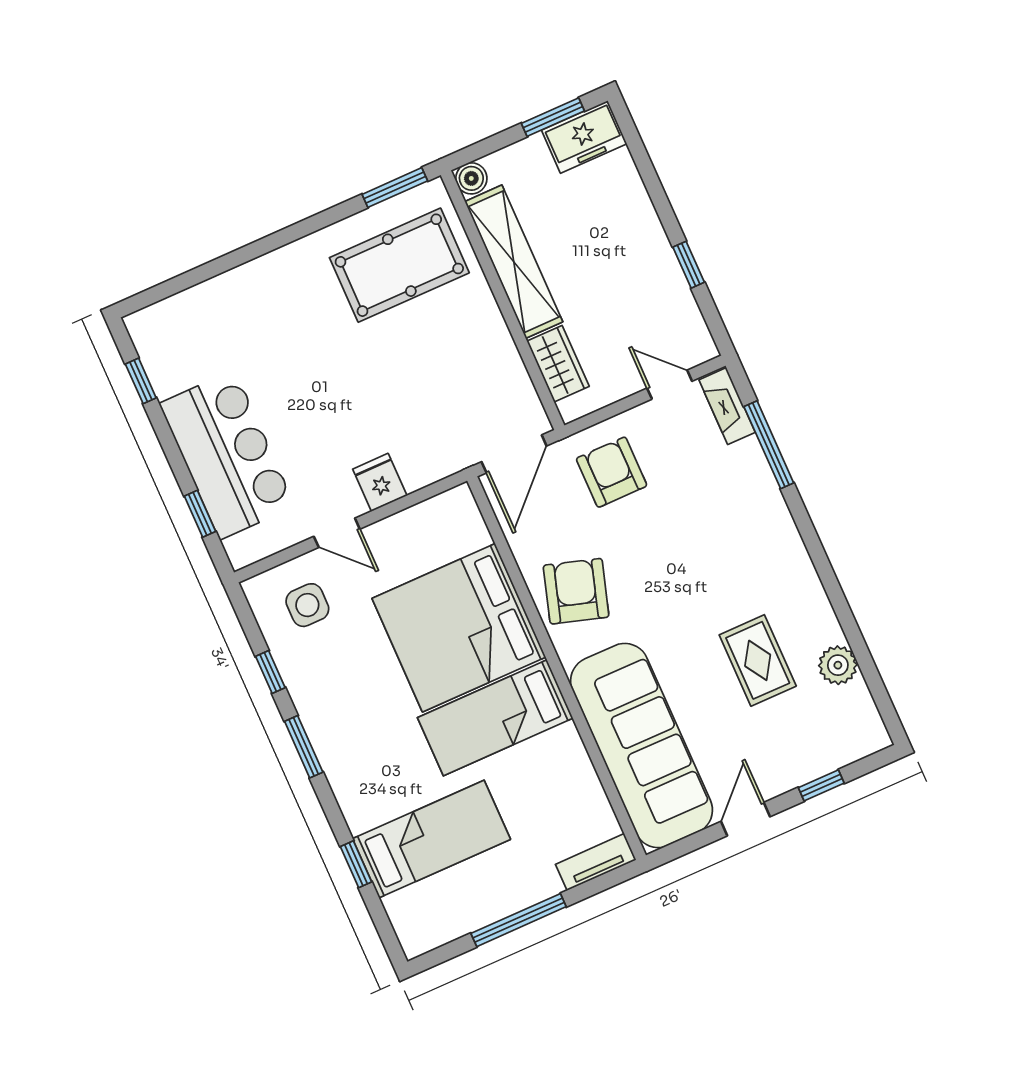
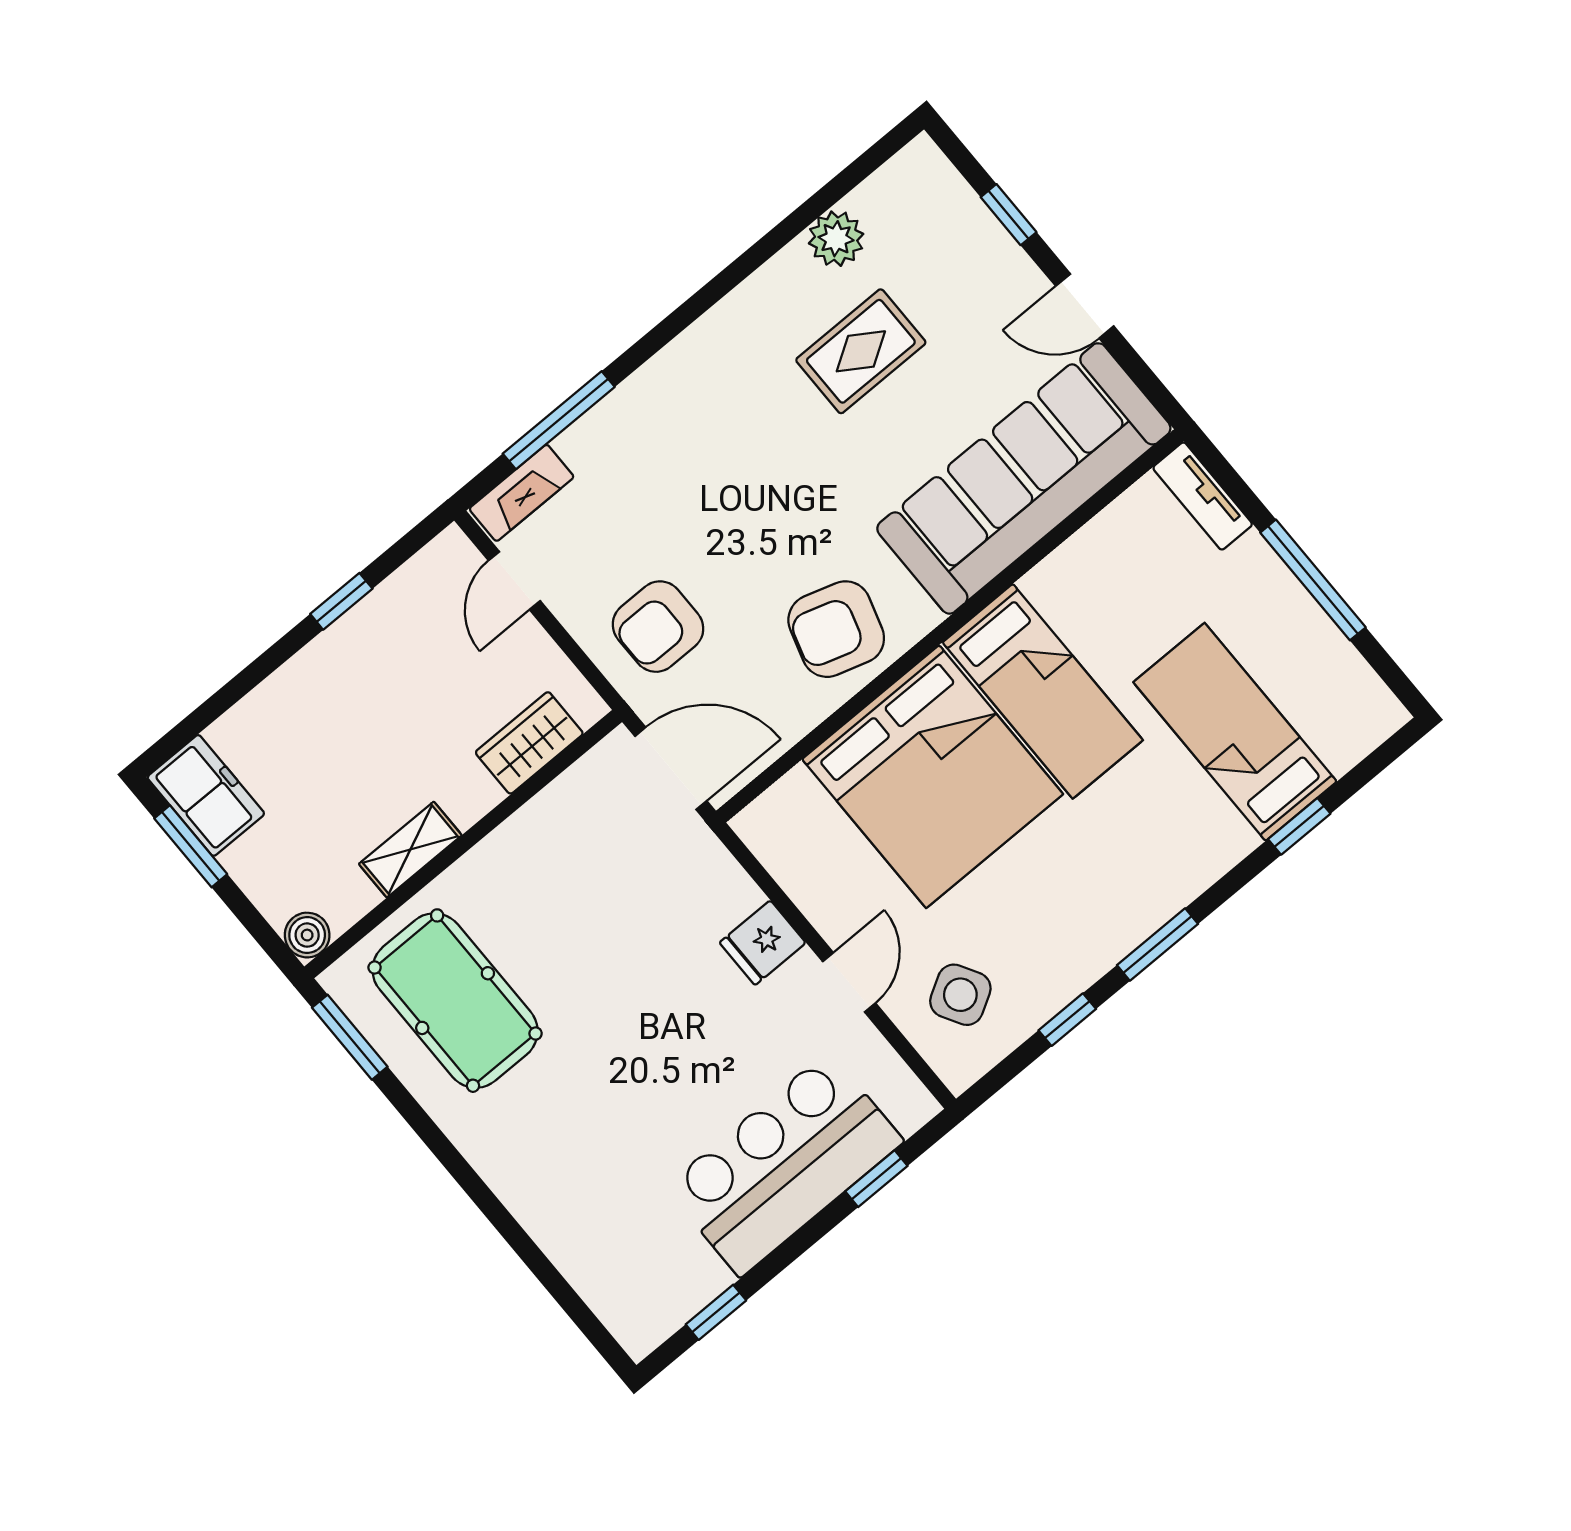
shelving: (514, 262) -> (410, 850), width x0.45, depth x0.75
side table: (307, 605) -> (960, 995), turned -30

